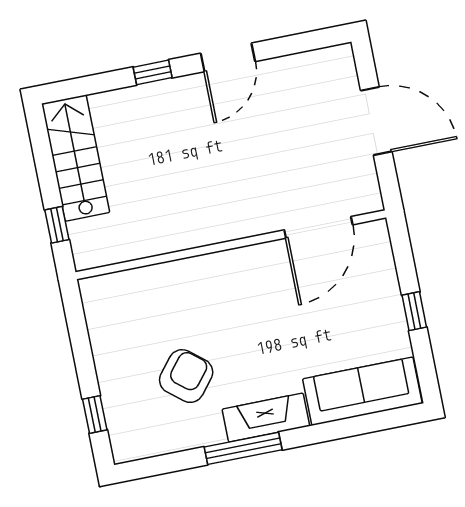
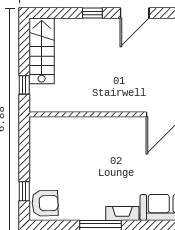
armchair: (186, 376) -> (45, 203), moved, turned 49
fireplace: (266, 418) -> (122, 214), width x0.73, depth x0.76

